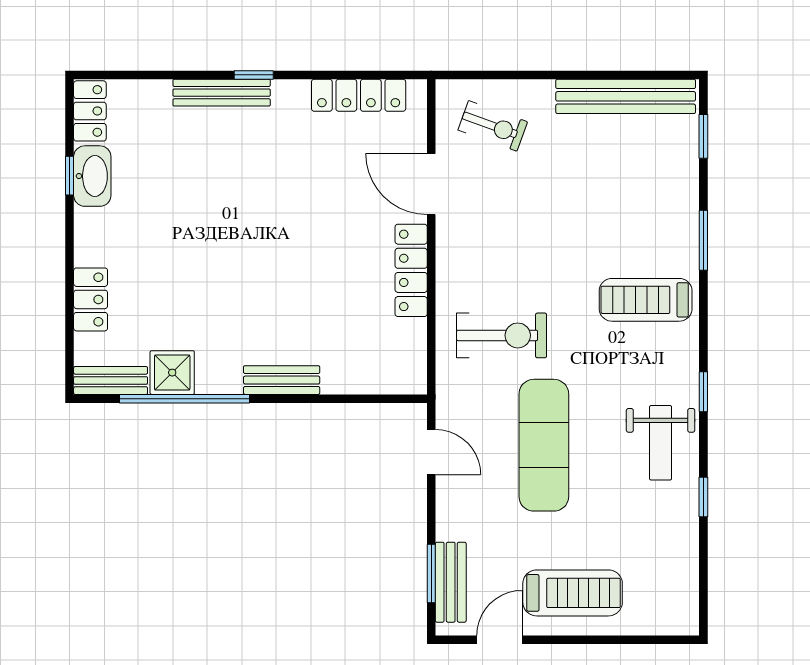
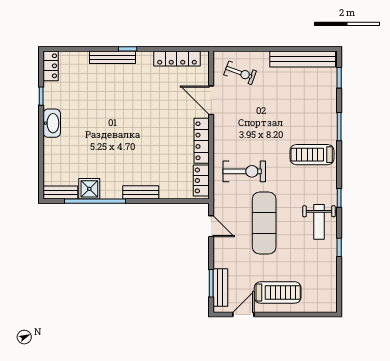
washbasin: (92, 176) -> (52, 123), moved
locker: (91, 299) -> (201, 180), moved, turned 180

